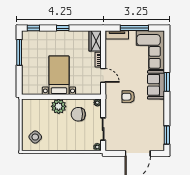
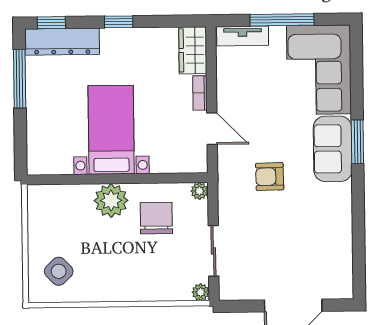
dresser: (38, 36) -> (62, 42), added
chair: (78, 114) -> (156, 218), turned 90
window: (167, 135) -> (359, 263), removed

